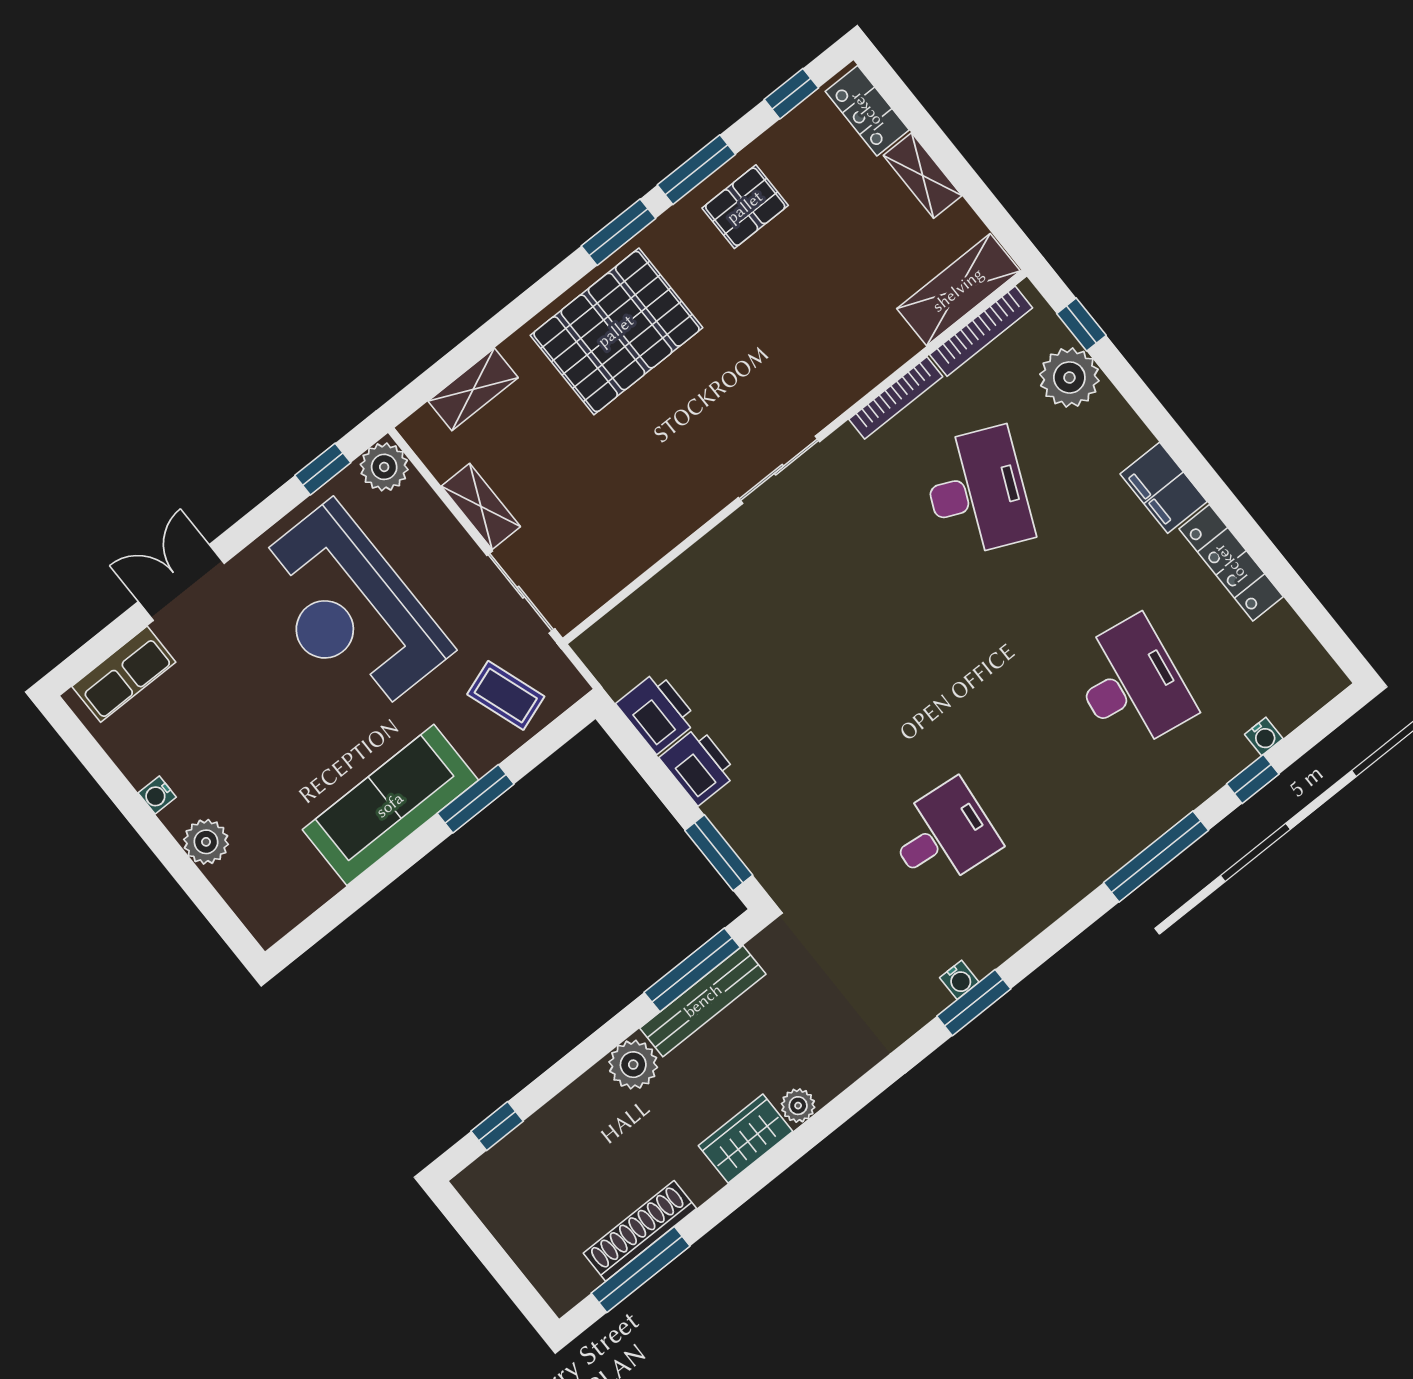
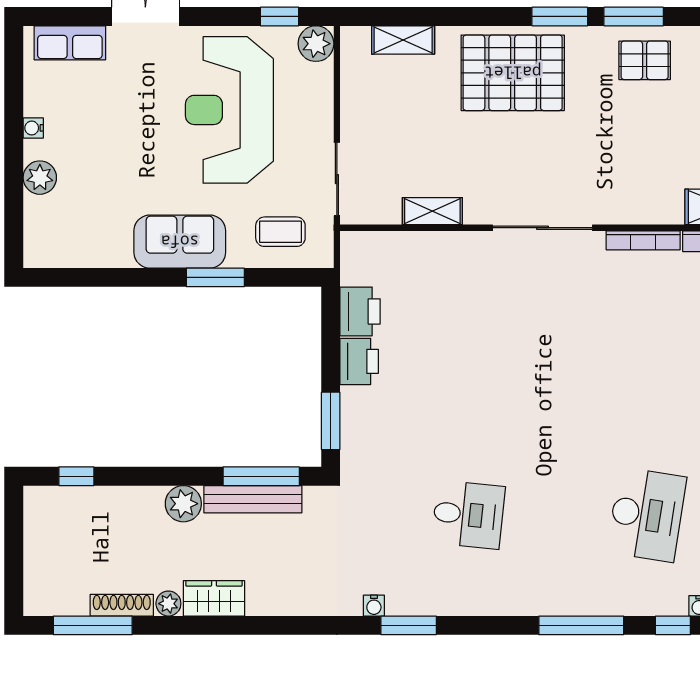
sliding door: (779, 470) -> (542, 228), width x1.37
desk: (977, 492) -> (647, 332), removed
shelving: (481, 506) -> (432, 211), moved, turned 90
coffee table: (506, 695) -> (280, 232), turned -71
sofa: (390, 805) -> (180, 242), width x0.73
water cooler: (959, 980) -> (374, 606), moved
plant: (798, 1106) -> (168, 604), moved
shoe rack: (640, 1231) -> (122, 605), width x0.74, depth x0.81

